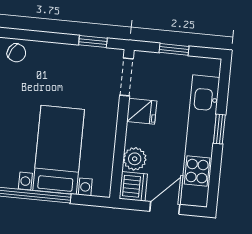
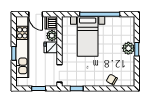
fridge: (142, 111) -> (51, 47), moved
door: (165, 208) -> (36, 14), hinge flipped

